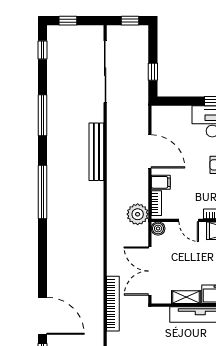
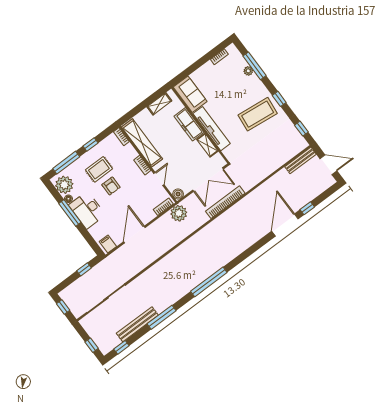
bench: (96, 152) -> (137, 324), moved
filing cabinet: (161, 182) -> (108, 244), moved
bookcase: (113, 304) -> (225, 202), moved

